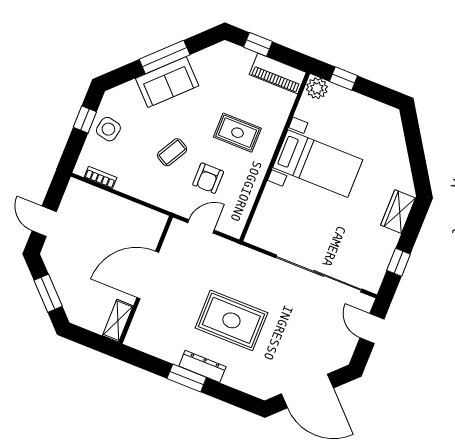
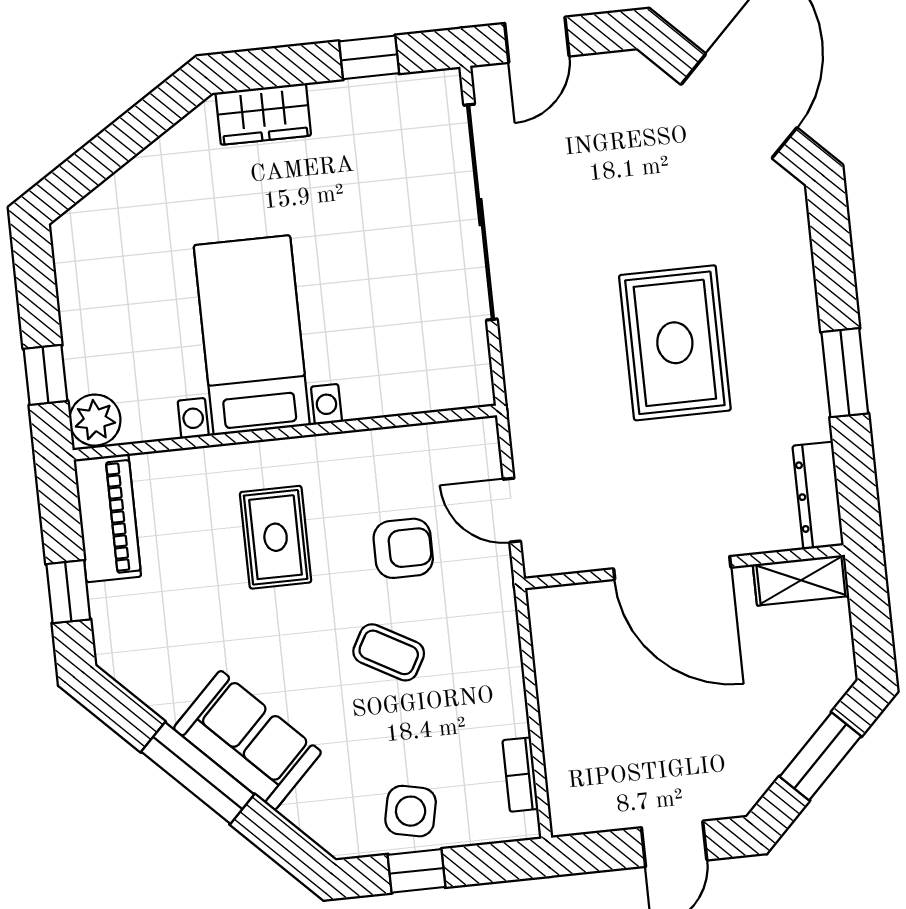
dresser: (202, 366) -> (818, 495), moved

